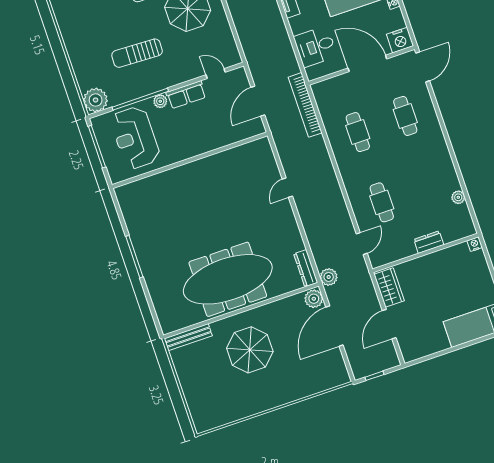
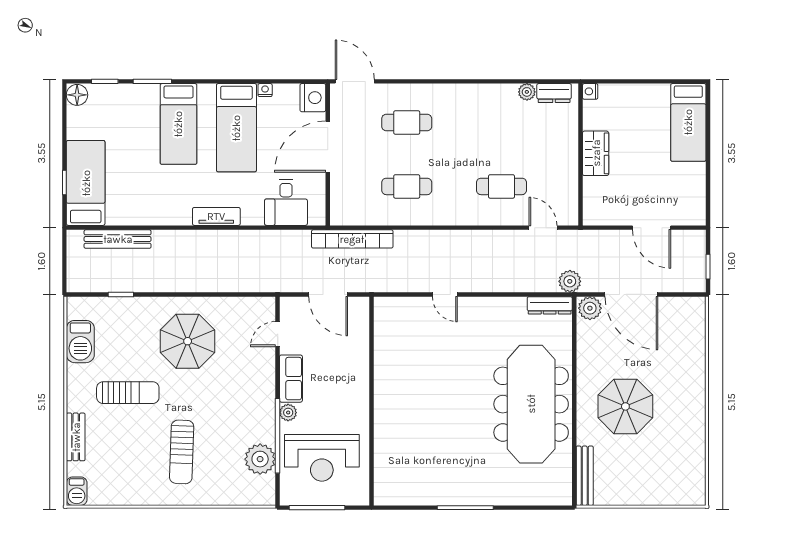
sun lounger: (137, 53) -> (182, 452), moved
plant: (96, 100) -> (260, 459), moved
dresser: (429, 242) -> (554, 93), moved, turned -90
wardrobe: (389, 287) -> (596, 153), moved, turned 90

